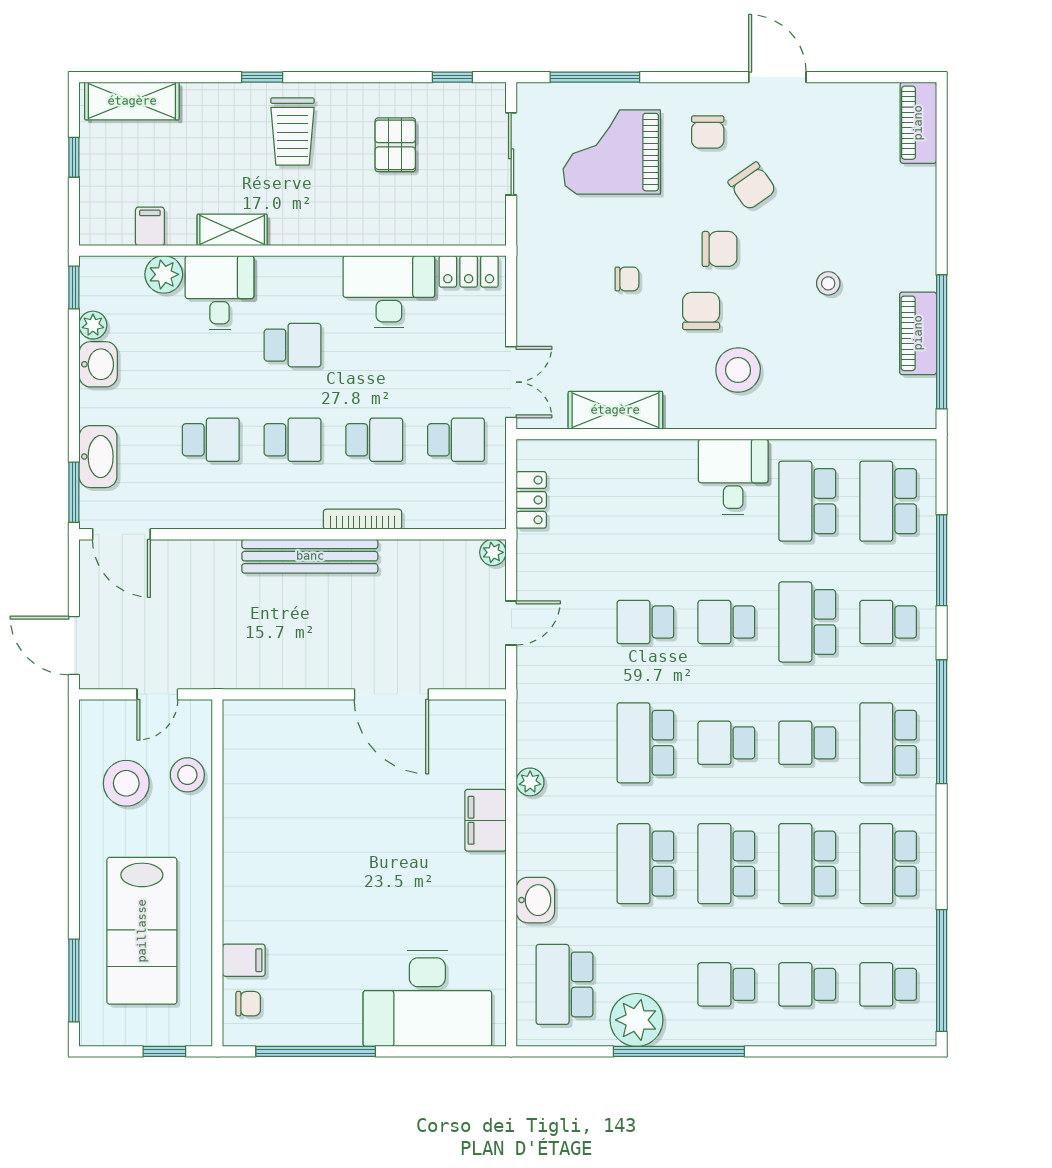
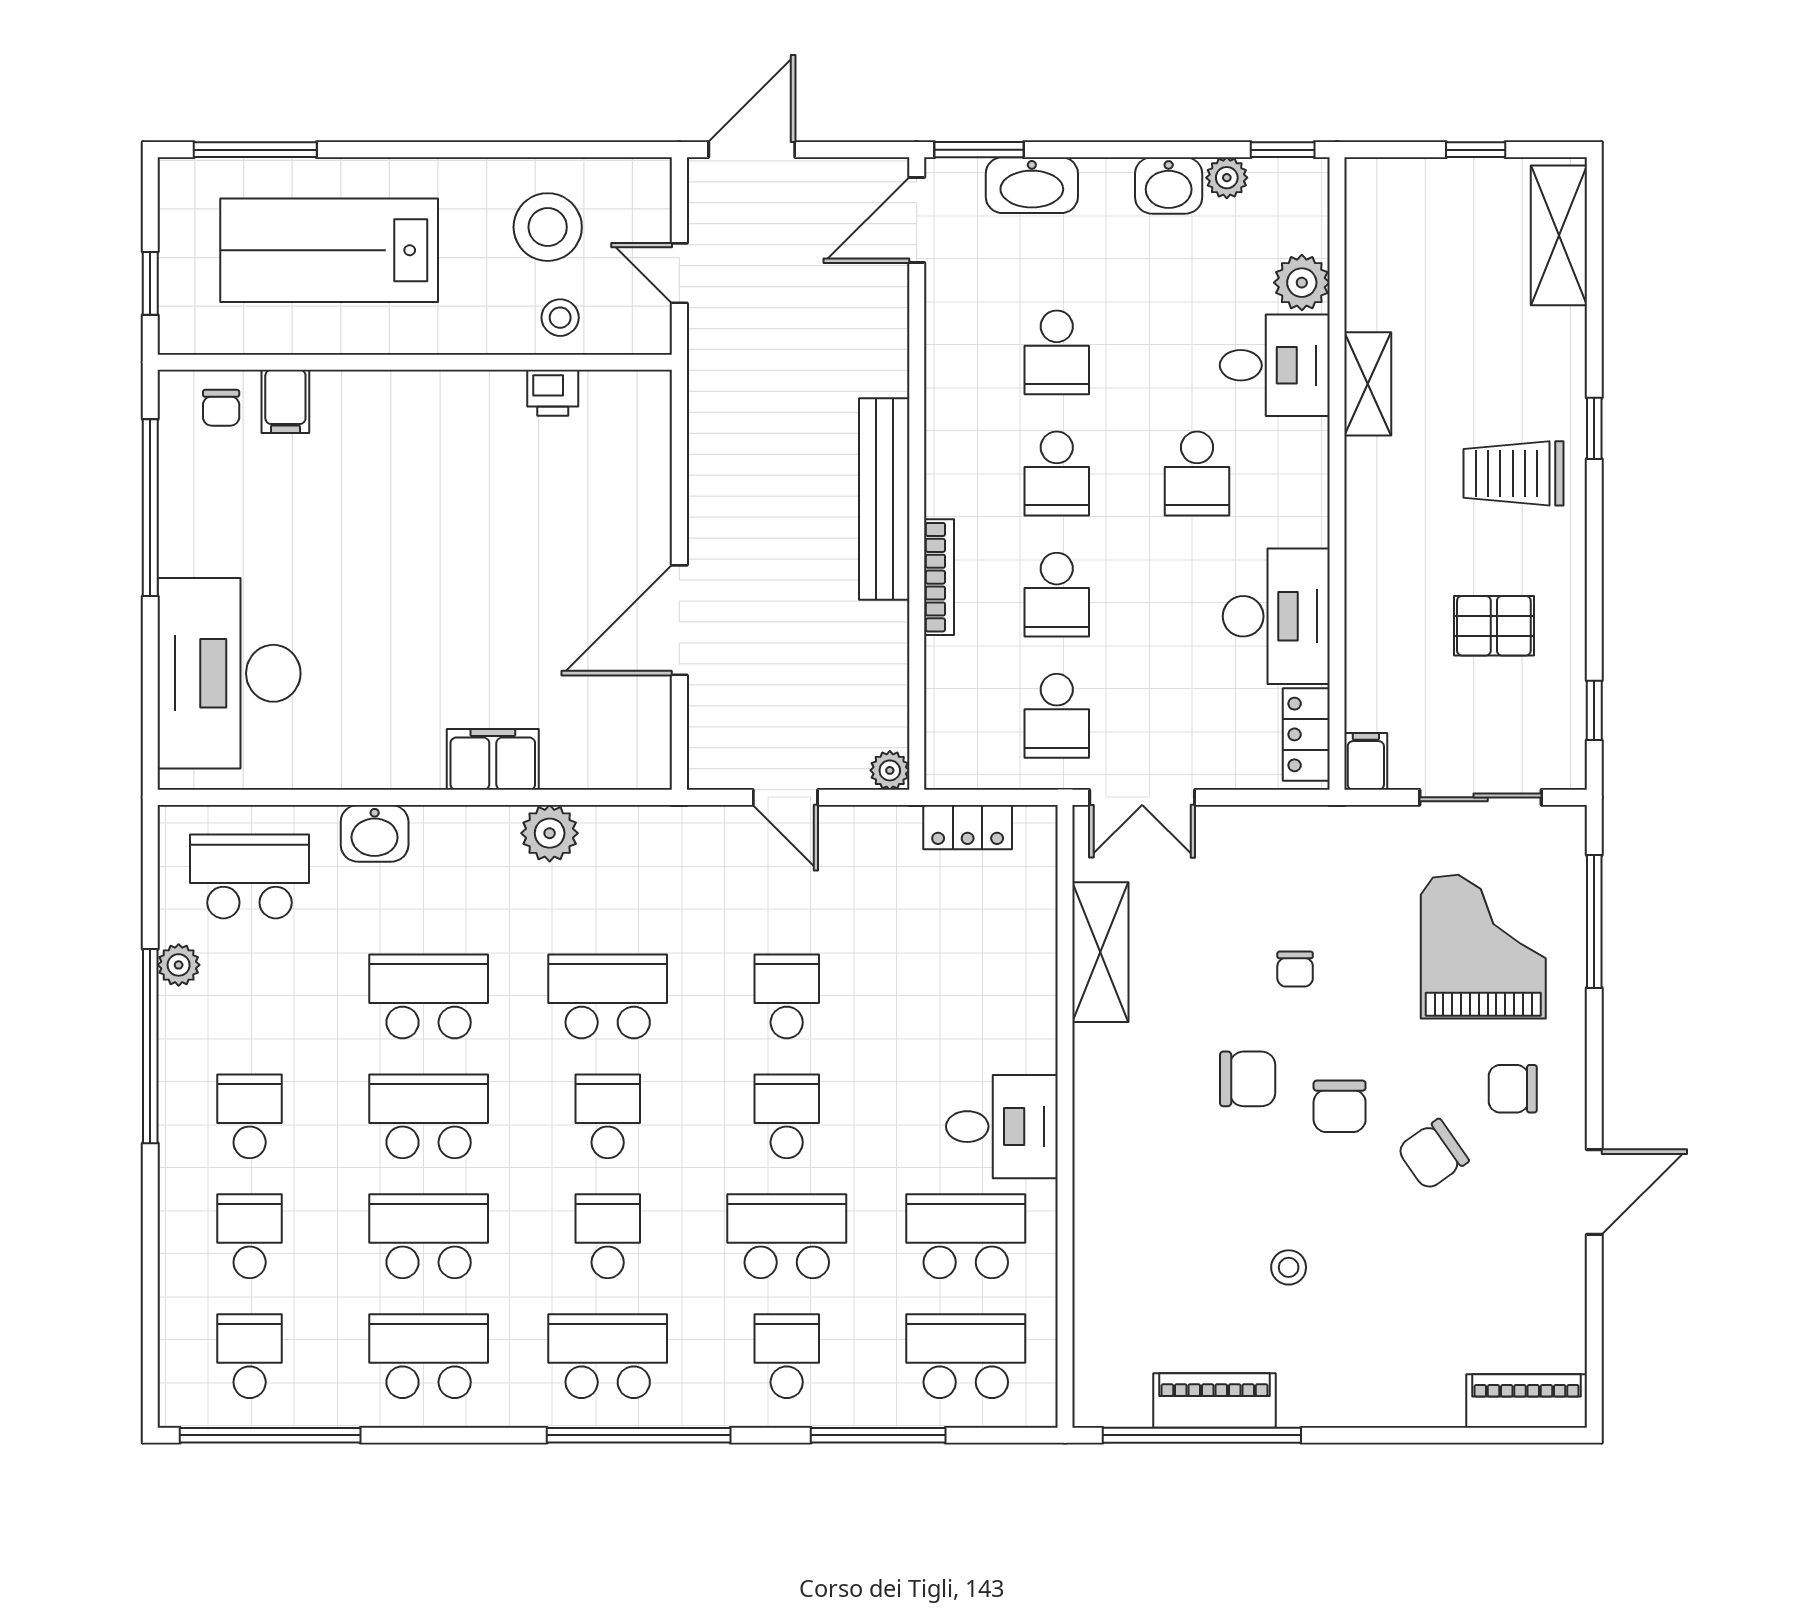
filing cabinet: (150, 226) -> (1366, 761), moved, turned -90
stool: (738, 370) -> (1160, 1134), removed
stool: (187, 775) -> (560, 318), width x0.73, depth x0.73
printer: (238, 780) -> (553, 393), added
plant: (530, 782) -> (550, 833), width x1.38, depth x1.38
plant: (637, 1020) -> (179, 965), width x0.53, depth x0.53

